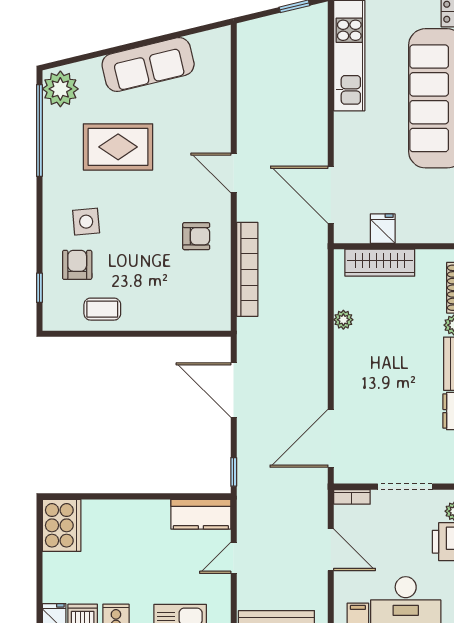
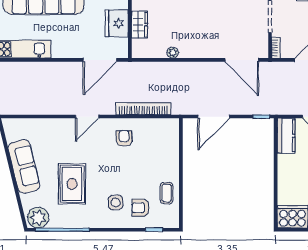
fridge: (383, 229) -> (117, 23), width x1.88, depth x1.34
wardrobe: (380, 263) -> (139, 25), width x0.67

